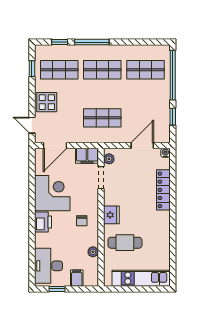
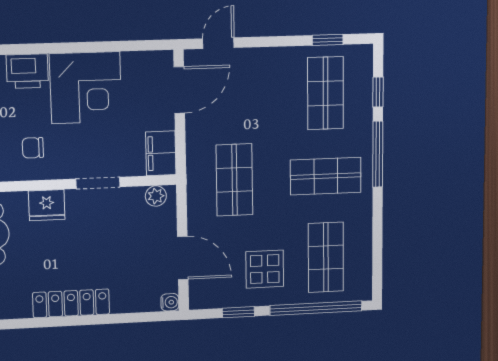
shop shelf: (102, 70) -> (326, 176), turned 90
display table: (47, 102) -> (265, 269), moved
door: (55, 146) -> (179, 90), swing flipped
doorway: (101, 178) -> (98, 183), moved
locker: (163, 190) -> (71, 303), moved

